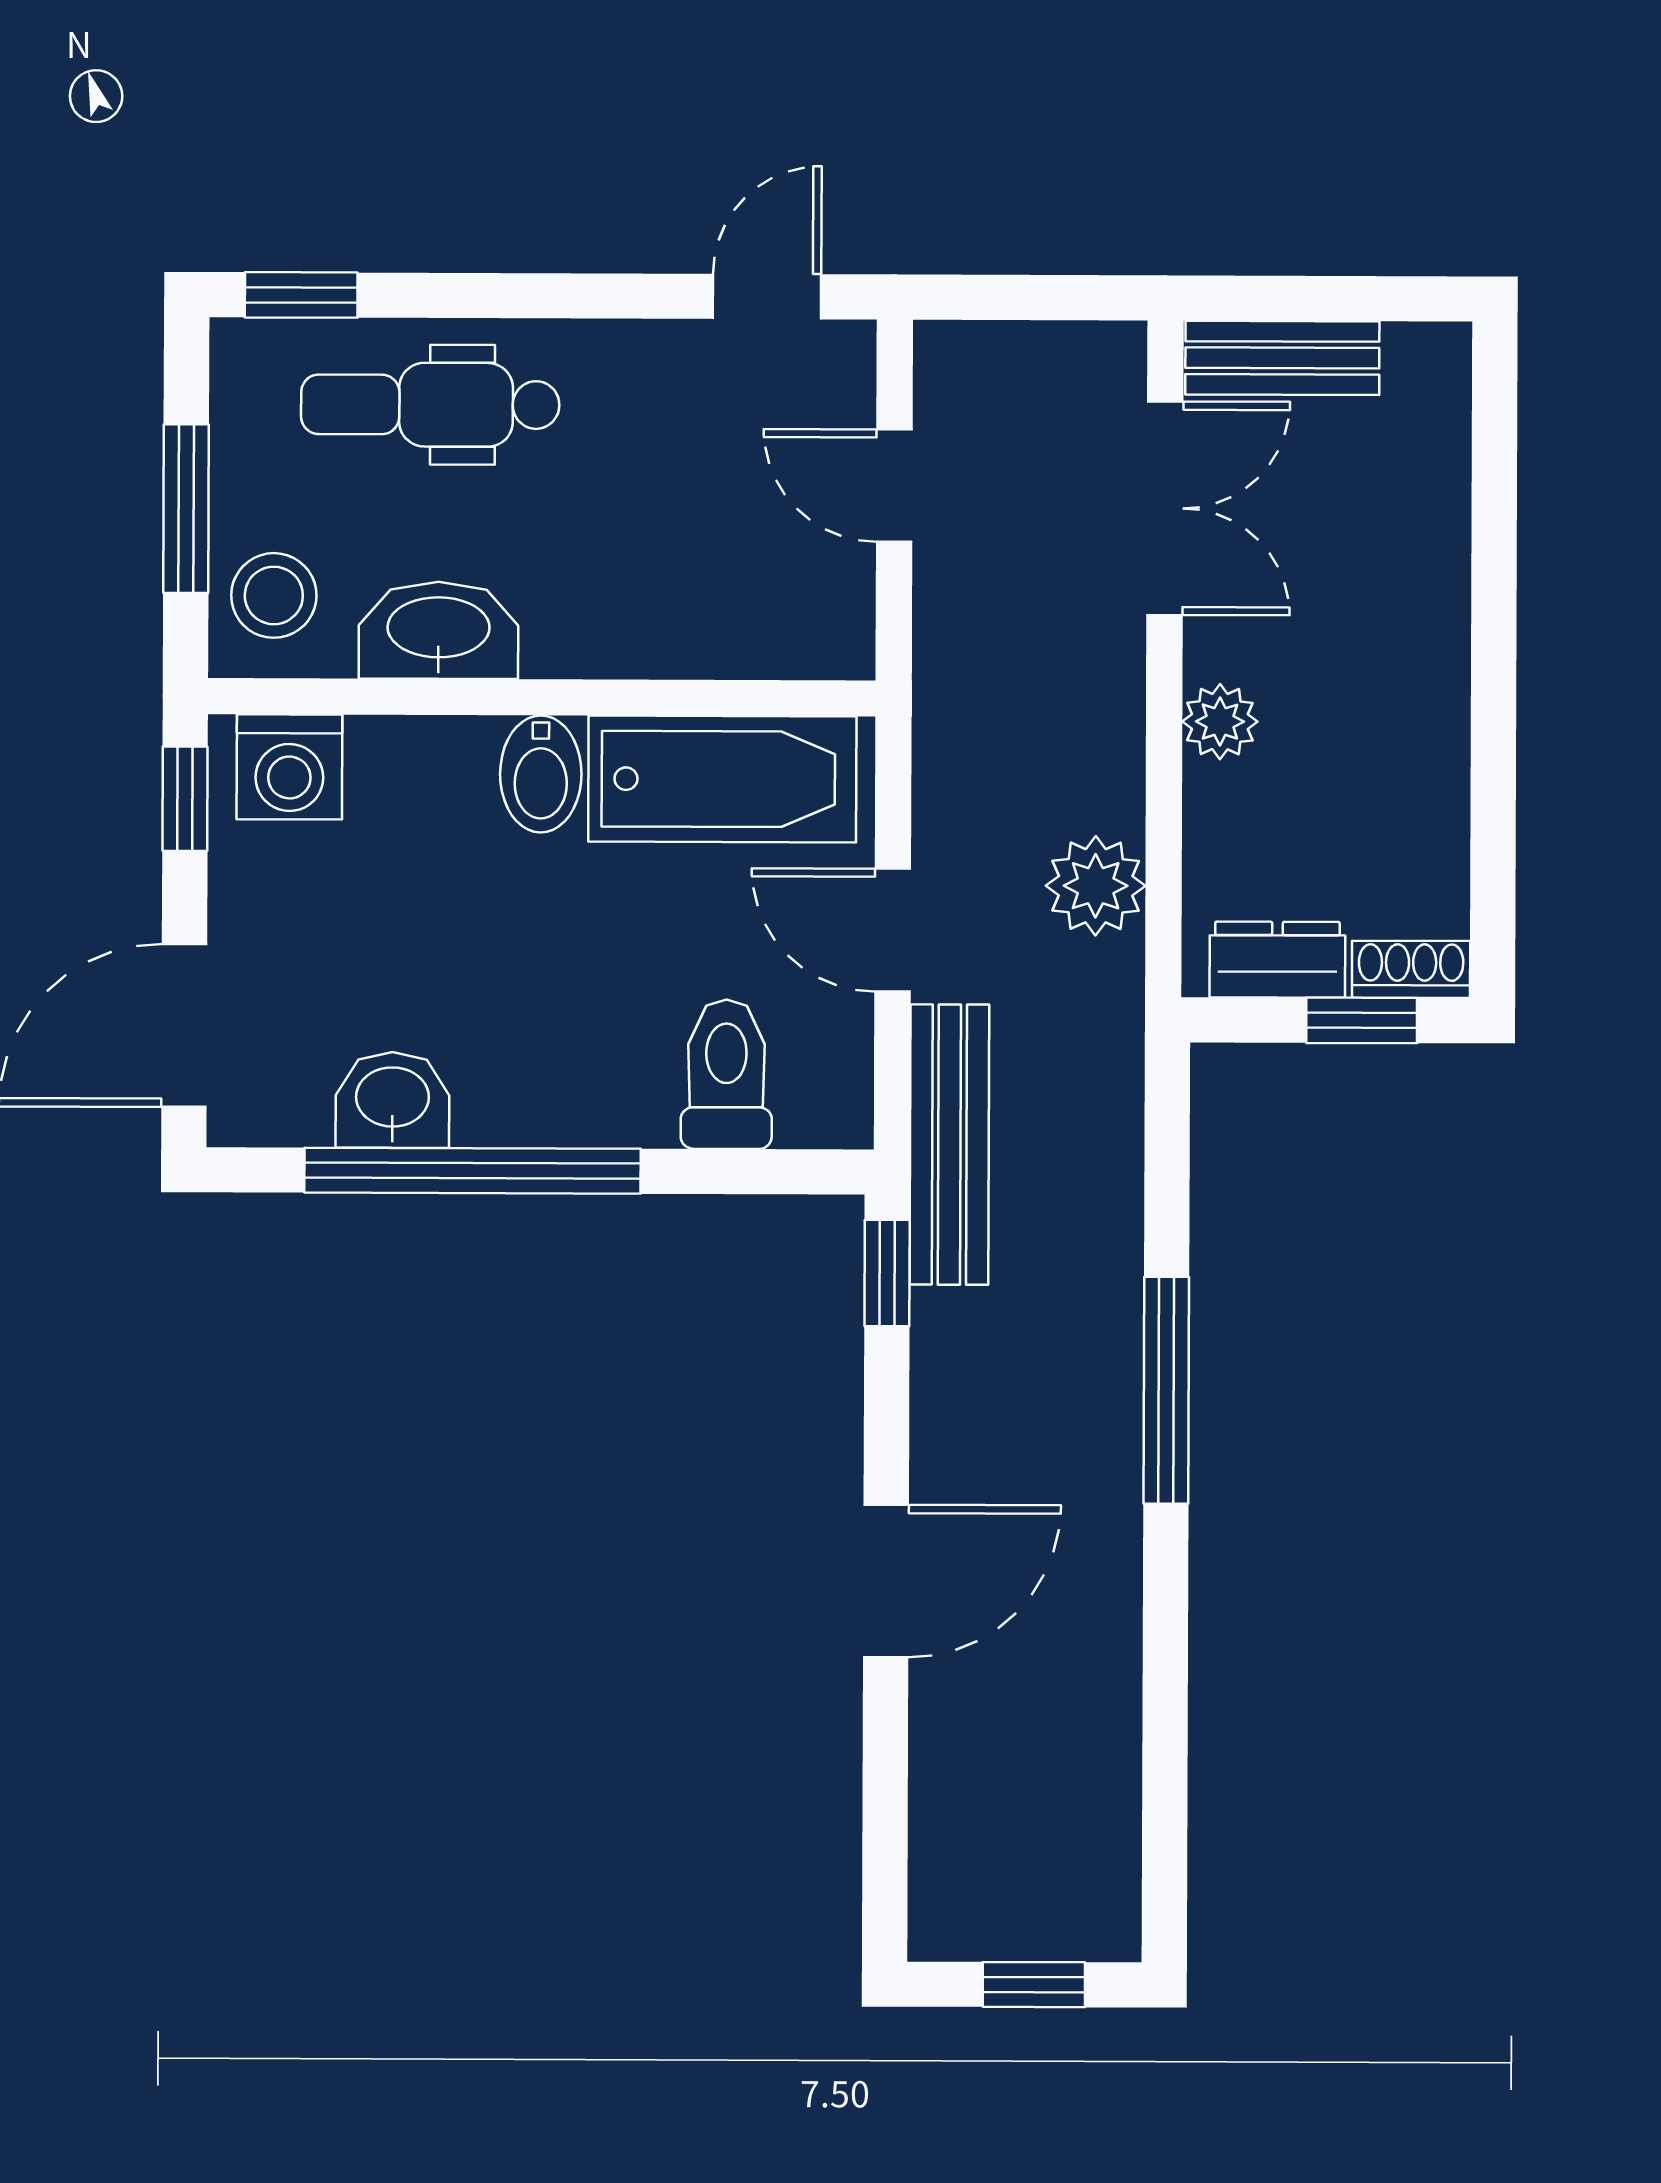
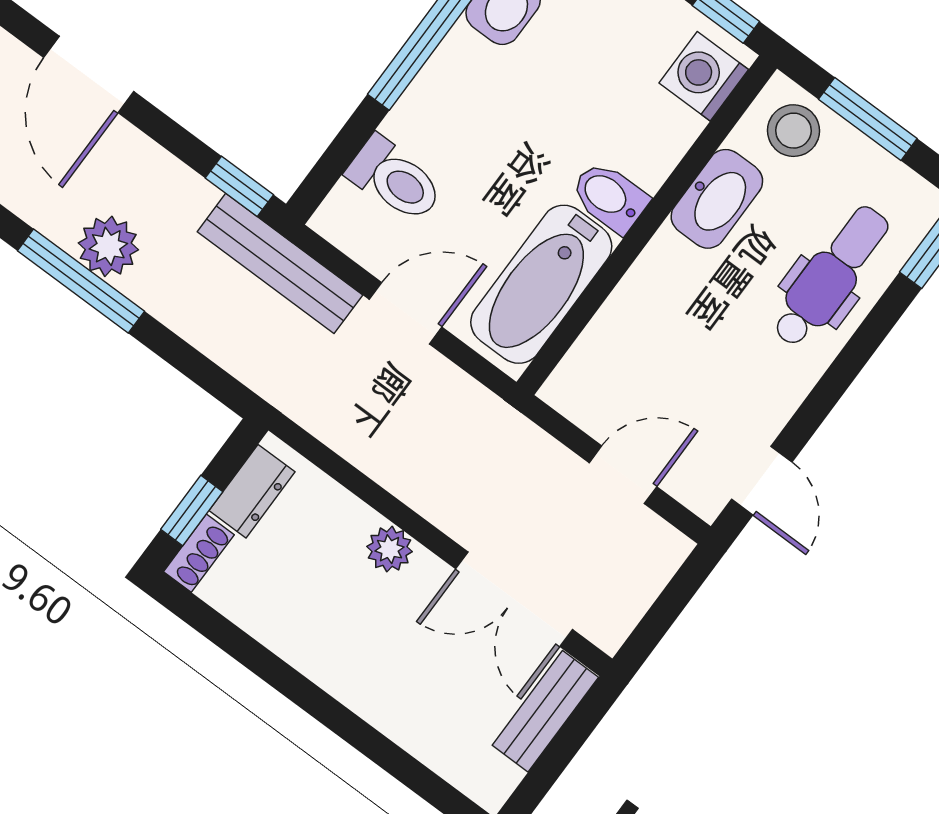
plant: (1096, 886) -> (108, 246), moved

